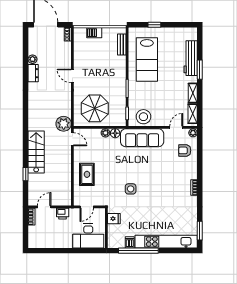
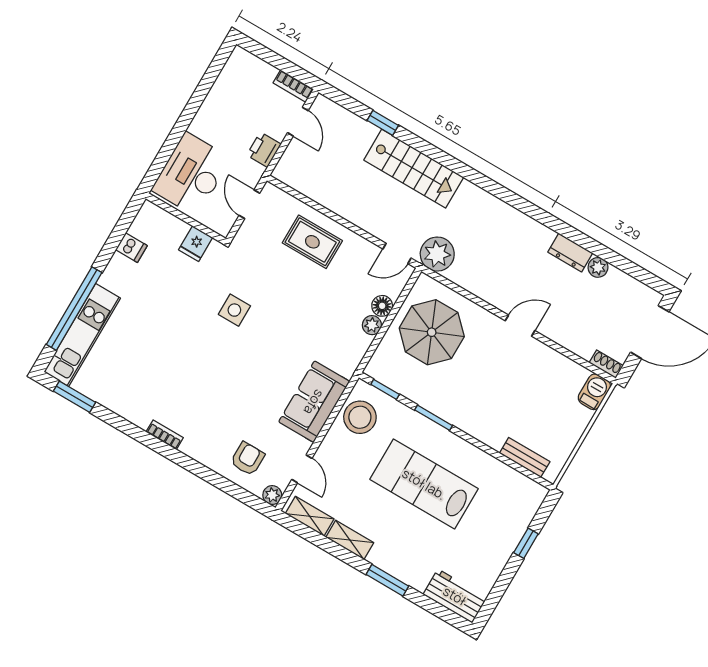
barbecue: (94, 33) -> (594, 392), moved
workbench: (191, 58) -> (455, 596), moved, width x0.73
lab bench: (147, 60) -> (424, 484), moved
floor lamp: (115, 133) -> (382, 306), moved
sofa: (142, 138) -> (314, 402), width x0.73
kitchen unit: (166, 242) -> (82, 335), width x0.73
window: (138, 251) -> (74, 309), moved

